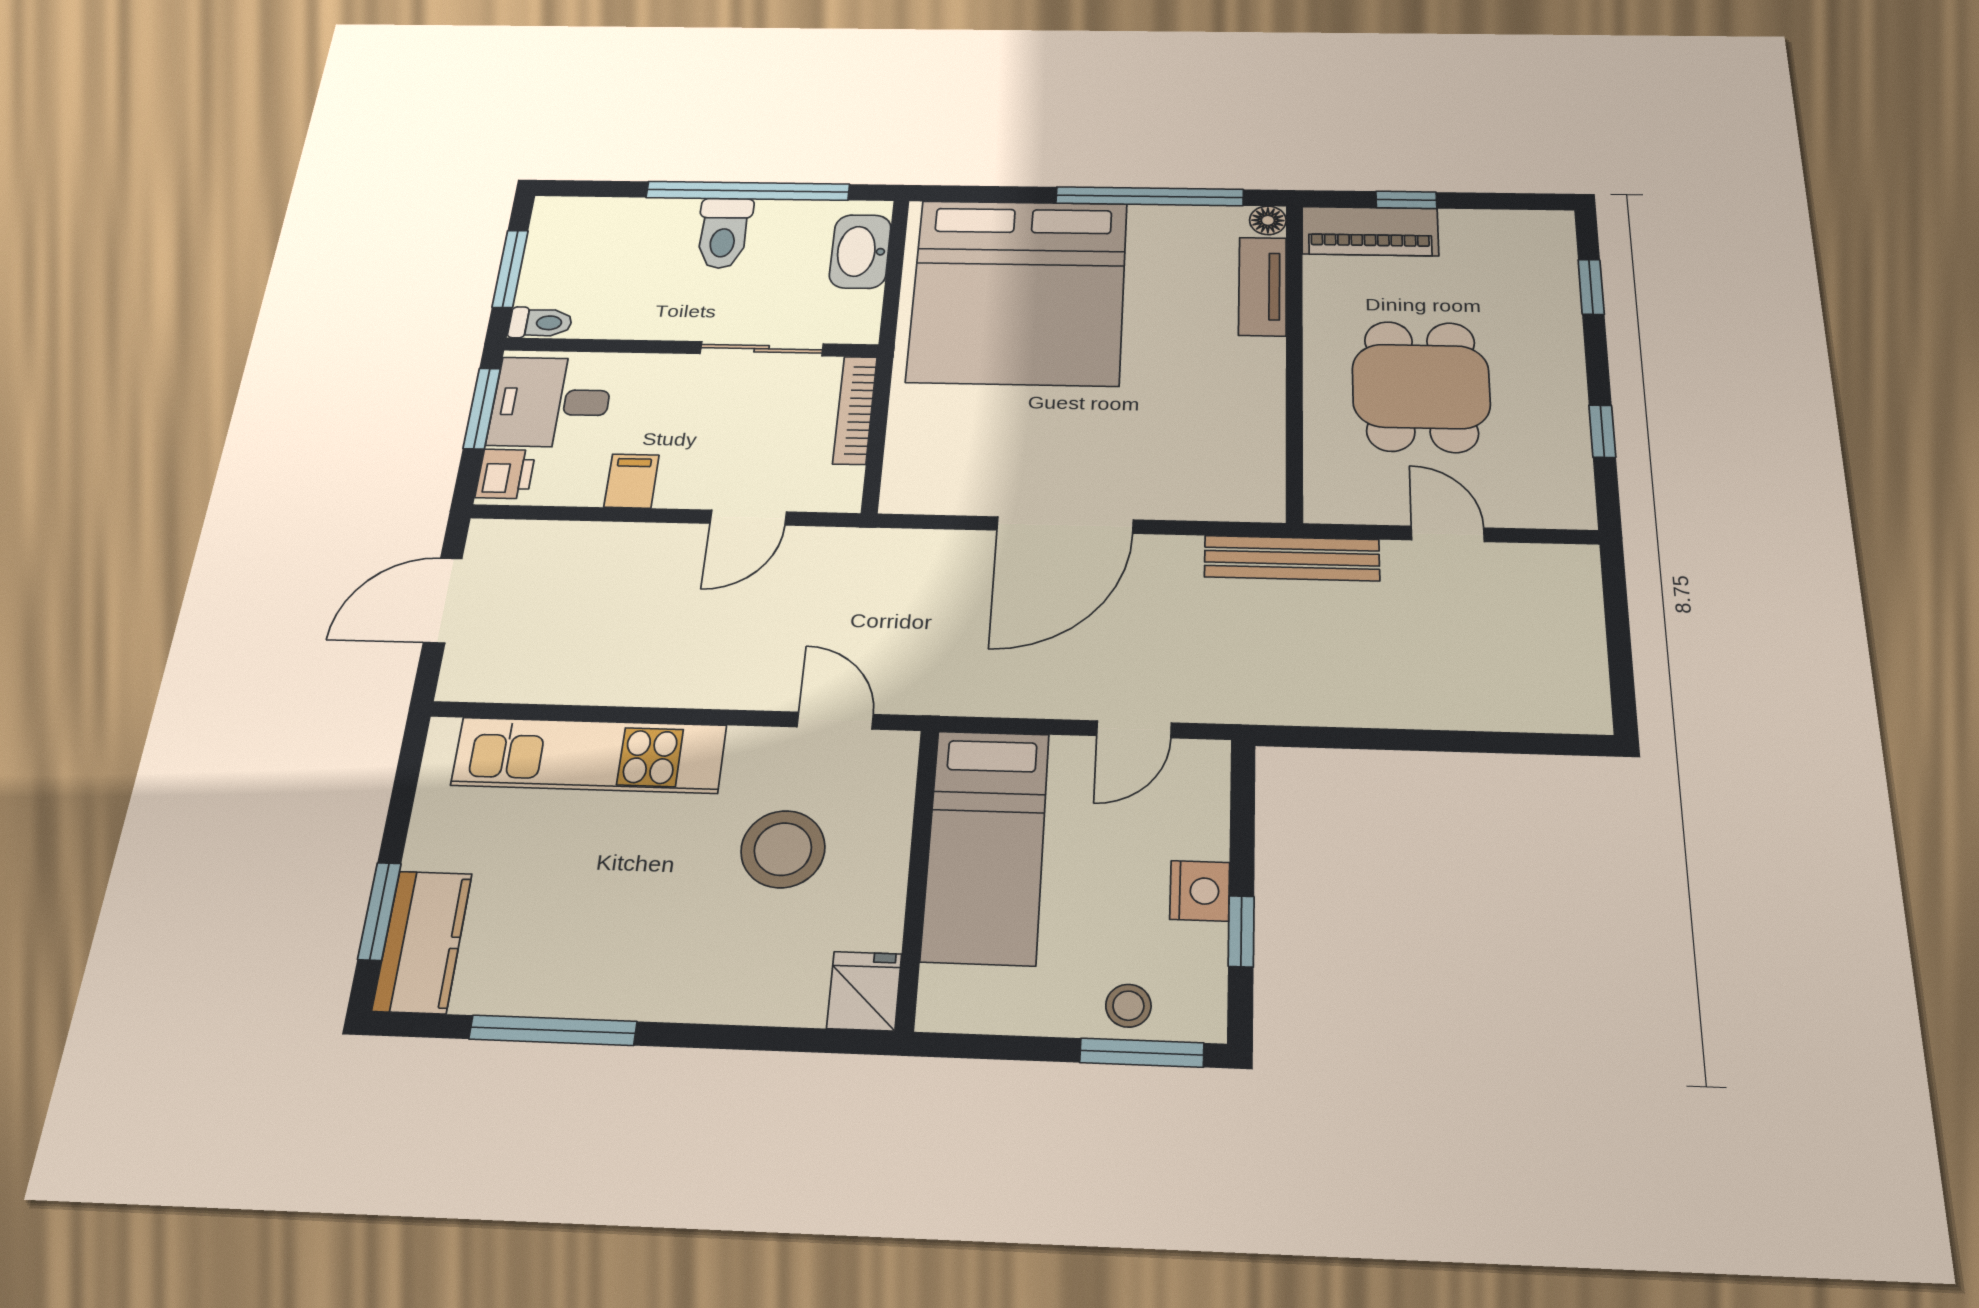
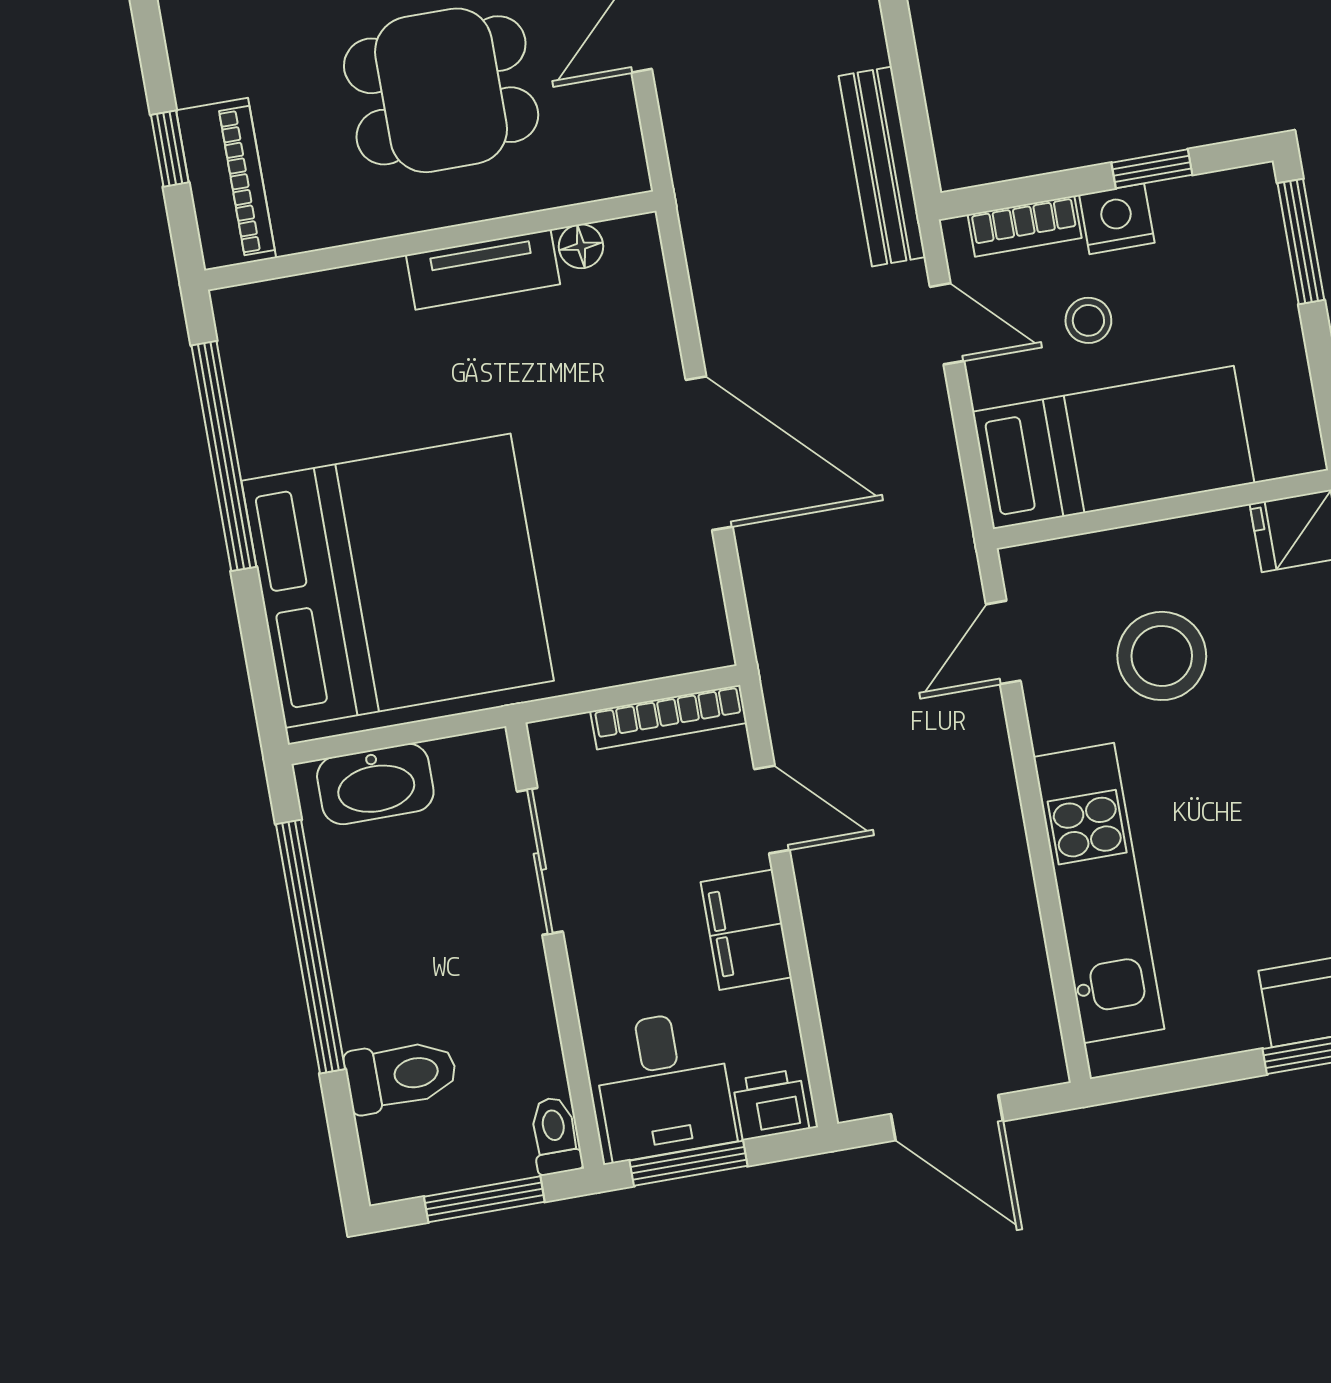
floor lamp: (1268, 220) -> (581, 246), moved
toilet: (724, 233) -> (401, 1075), moved
tv unit: (1263, 286) -> (483, 270), moved
bookcase: (855, 410) -> (669, 717), moved
filing cabinet: (631, 481) -> (746, 930), width x2.00
bench: (1292, 558) -> (882, 166), moved
bookcase: (1210, 810) -> (1025, 226), added
stool: (1128, 1006) -> (1088, 320), moved

